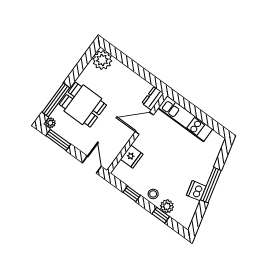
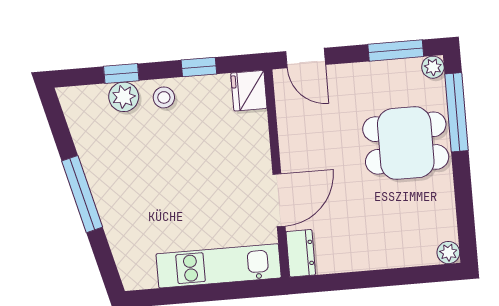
plant: (102, 60) -> (448, 253), width x0.53, depth x0.53
fridge: (132, 157) -> (249, 91), moved
dishwasher: (196, 191) -> (98, 164), removed

